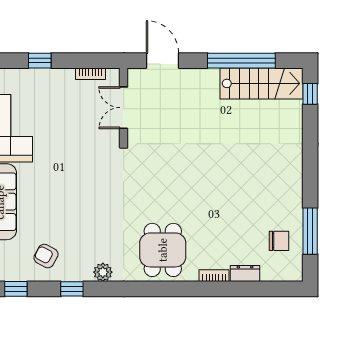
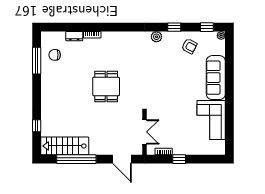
window: (40, 61) -> (179, 159), moved
window: (310, 94) -> (37, 126), moved
dining table: (163, 250) -> (106, 87), moved

